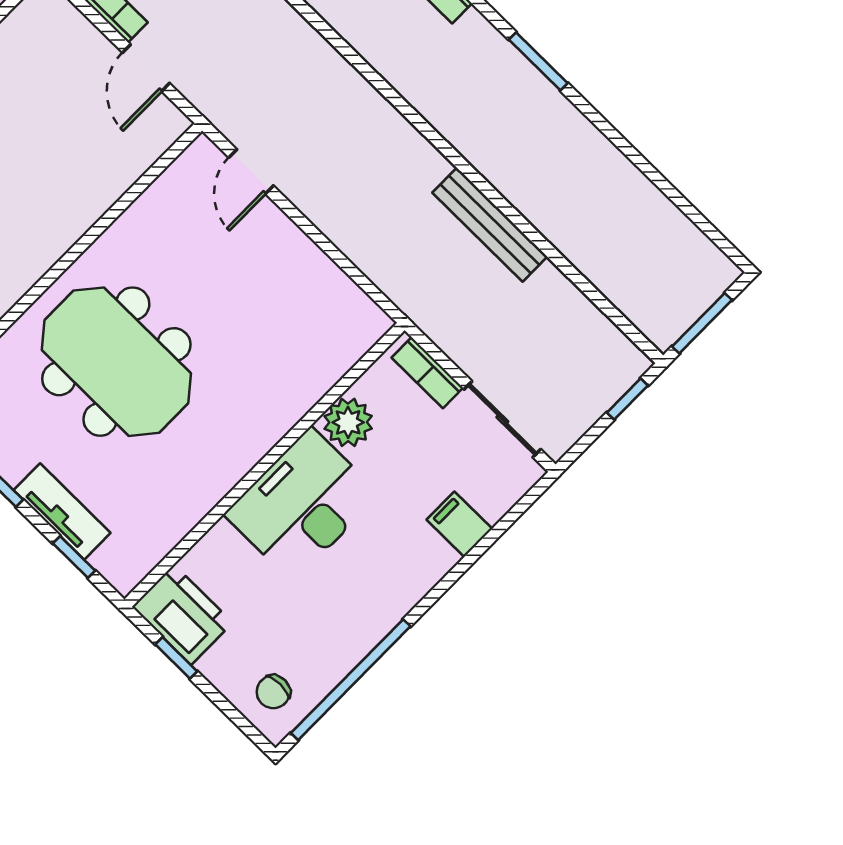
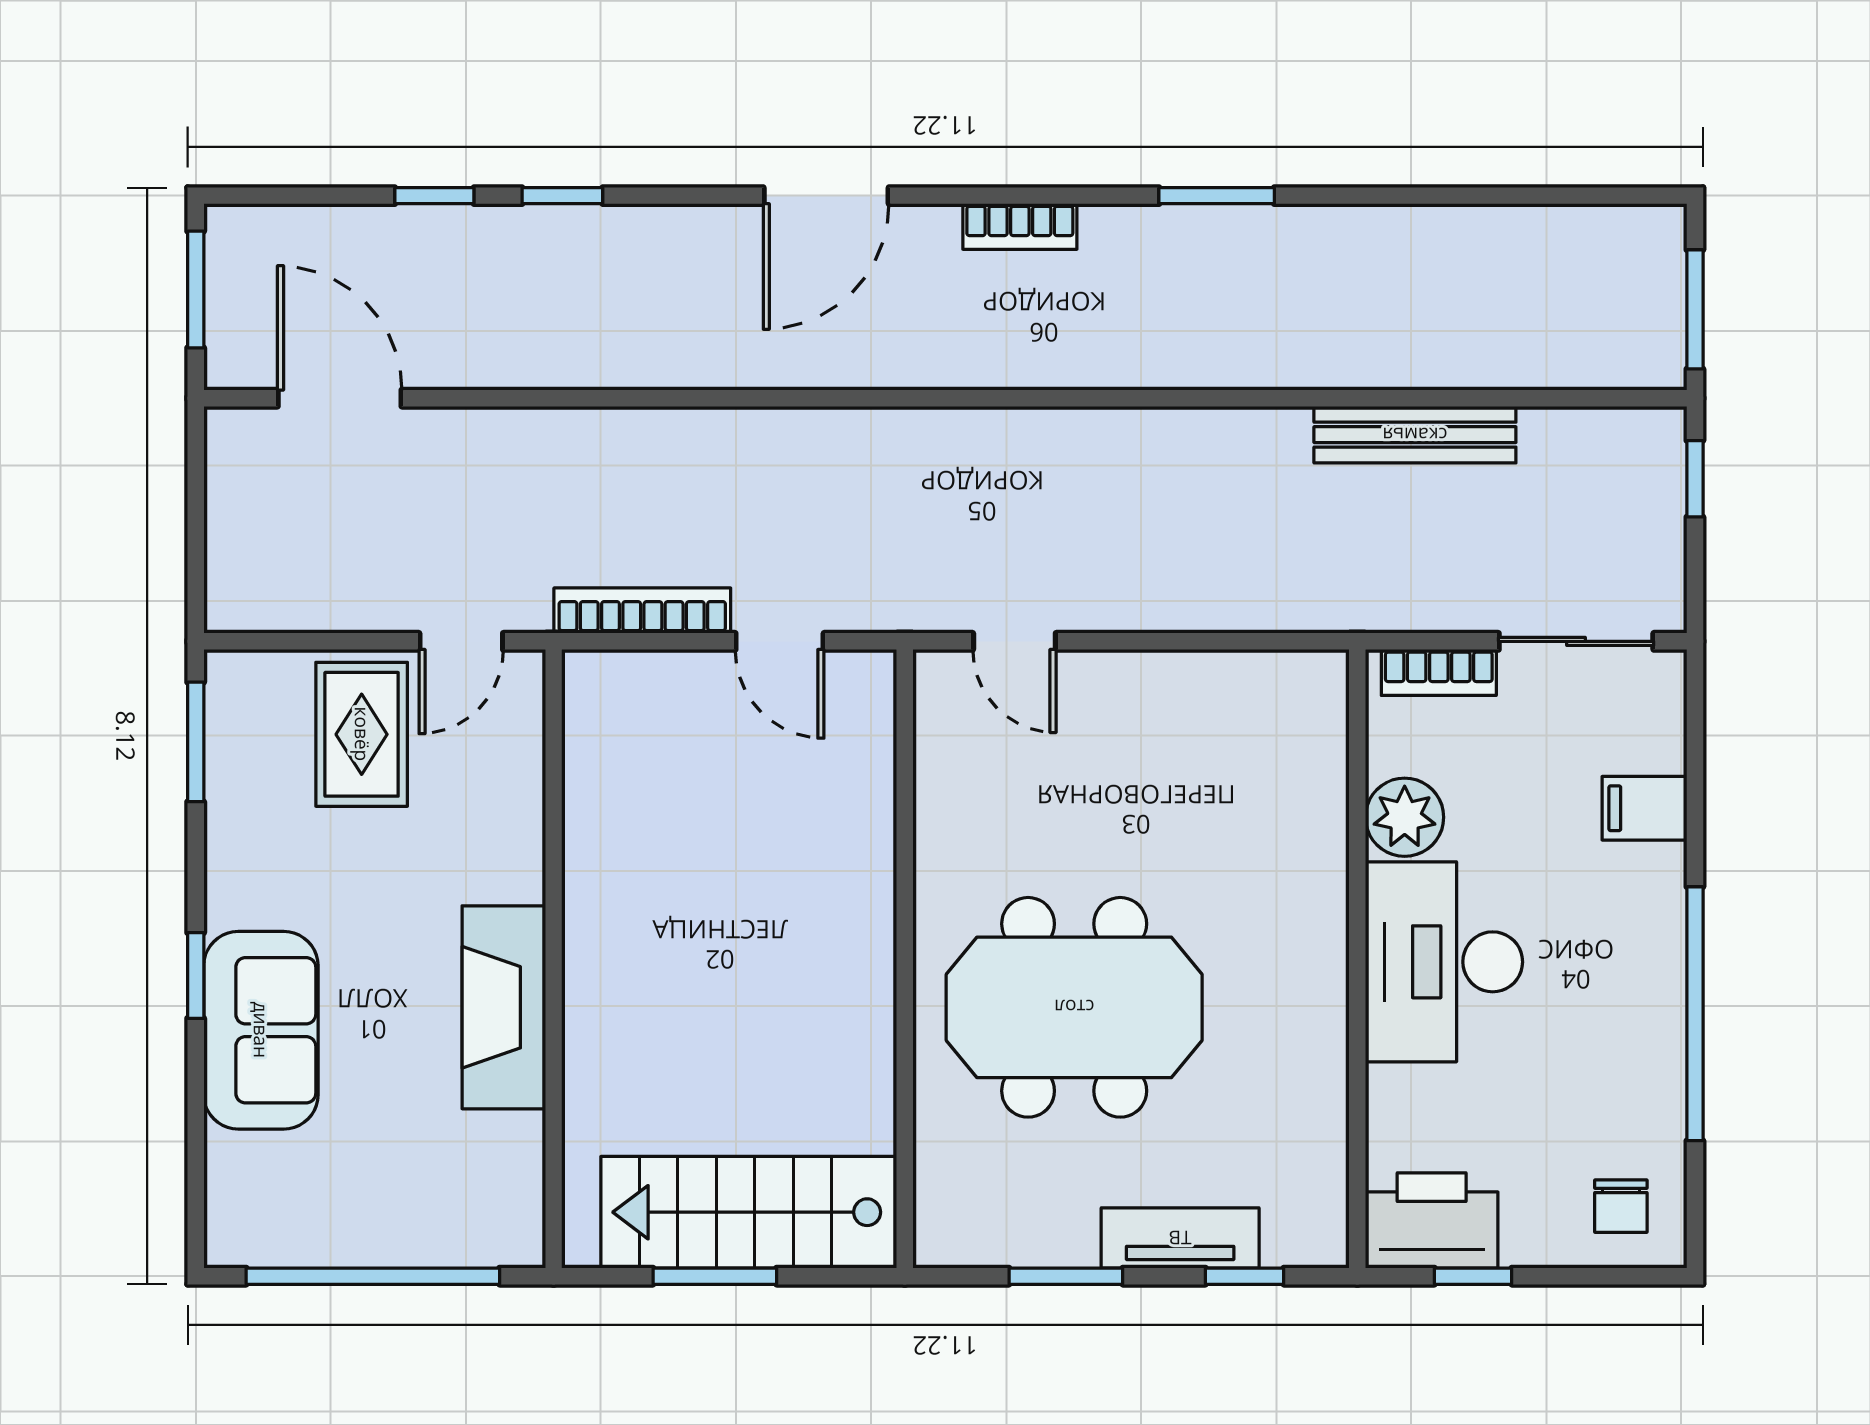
bench: (490, 225) -> (1415, 435), moved
window: (351, 680) -> (1695, 1014), moved

